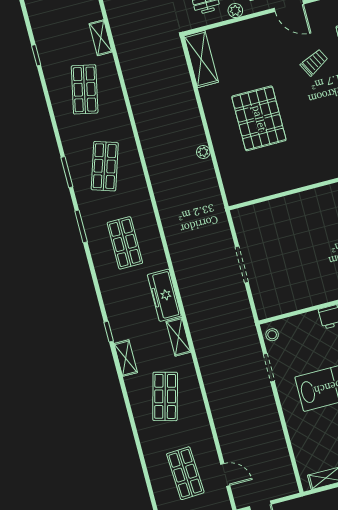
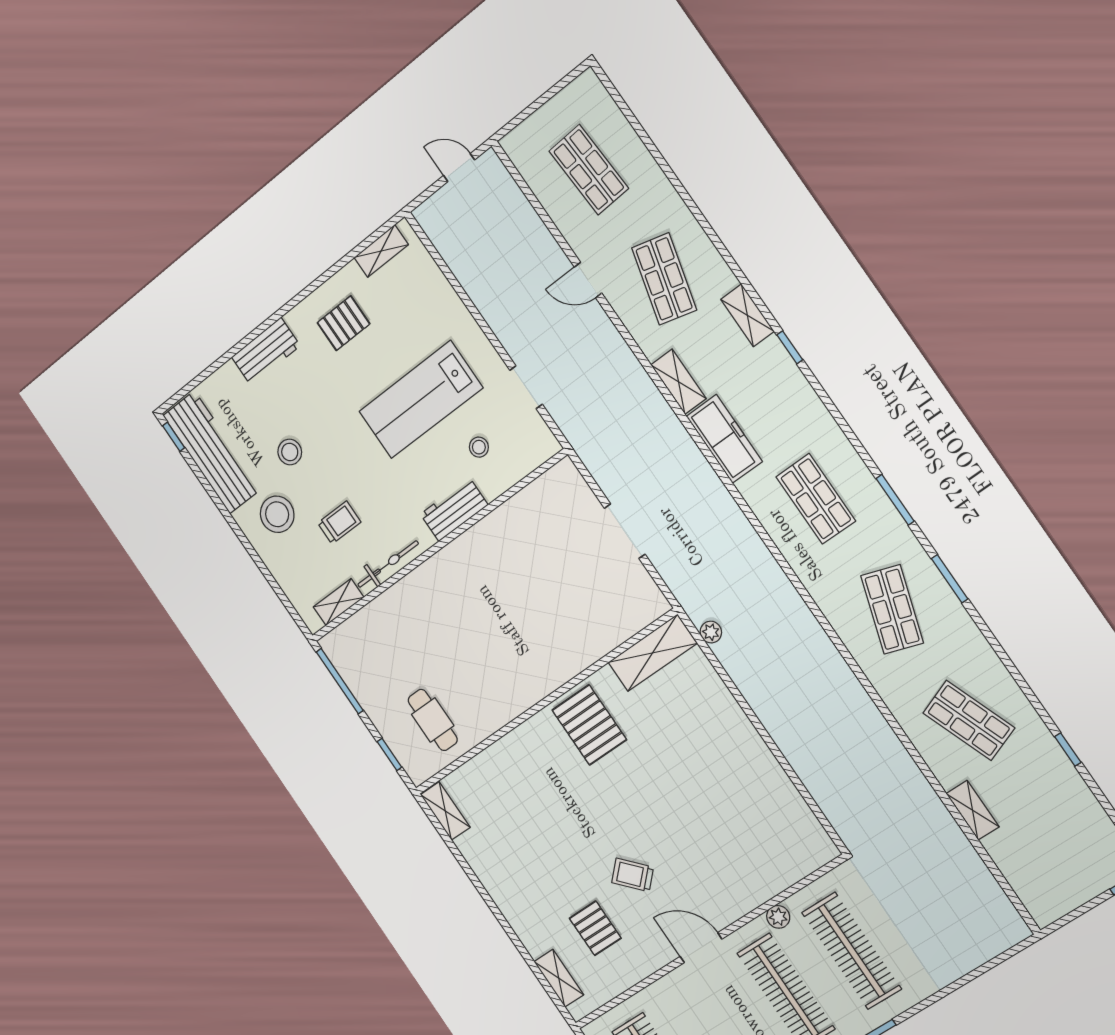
shelving: (201, 59) -> (652, 653), moved, turned 90
trolley: (314, 62) -> (633, 875), turned 74
shop shelf: (85, 89) -> (969, 720), turned -33
pallet: (259, 118) -> (589, 725), moved, width x0.73, depth x0.71
plant: (203, 152) -> (711, 632), moved
stool: (272, 335) -> (479, 447), moved
door: (225, 475) -> (588, 280), moved

